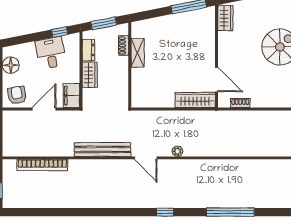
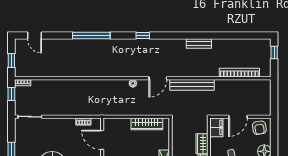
wardrobe: (195, 100) -> (147, 124), moved
door: (146, 158) -> (158, 78), swing flipped
bench: (94, 202) -> (199, 44), added

